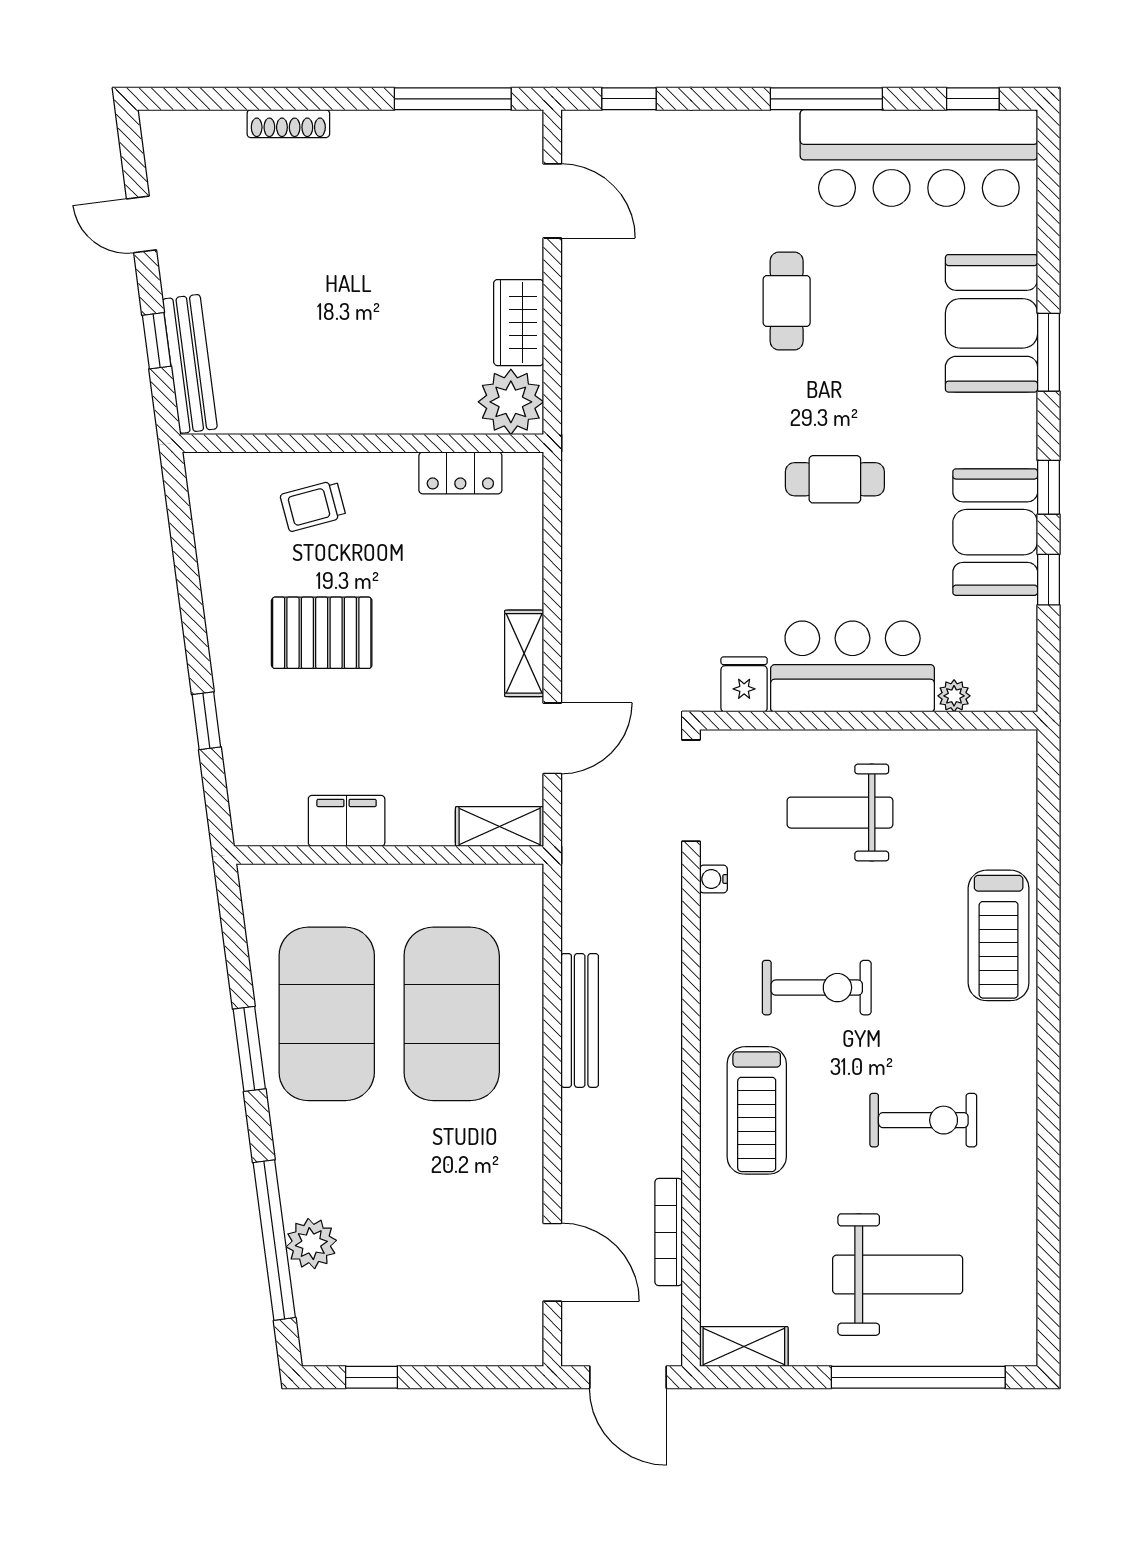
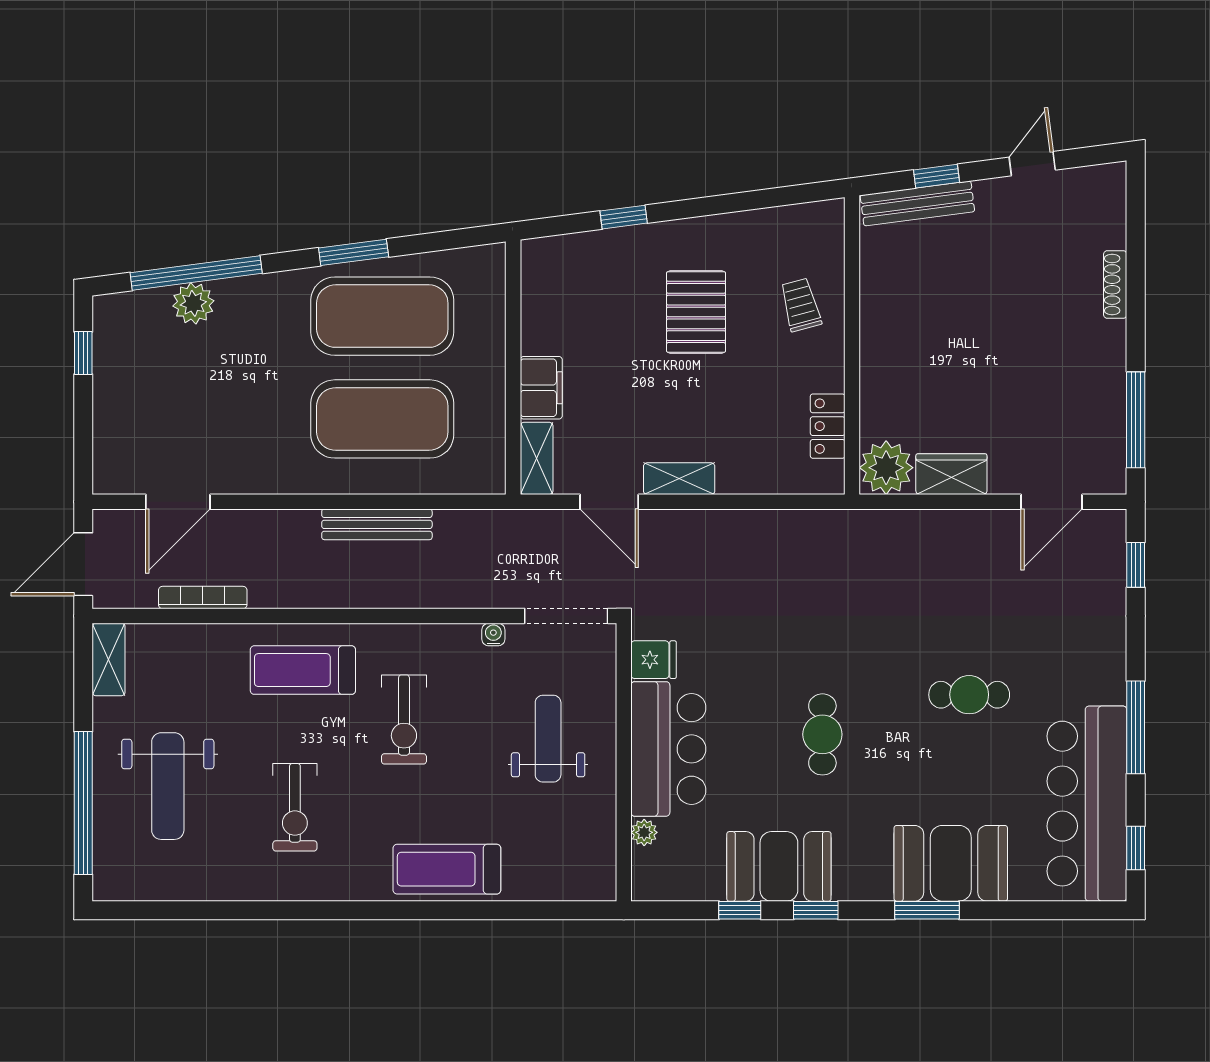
filing cabinet: (347, 821) -> (541, 388), moved

